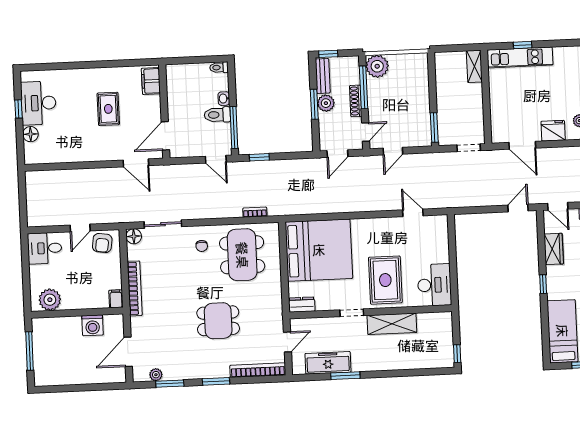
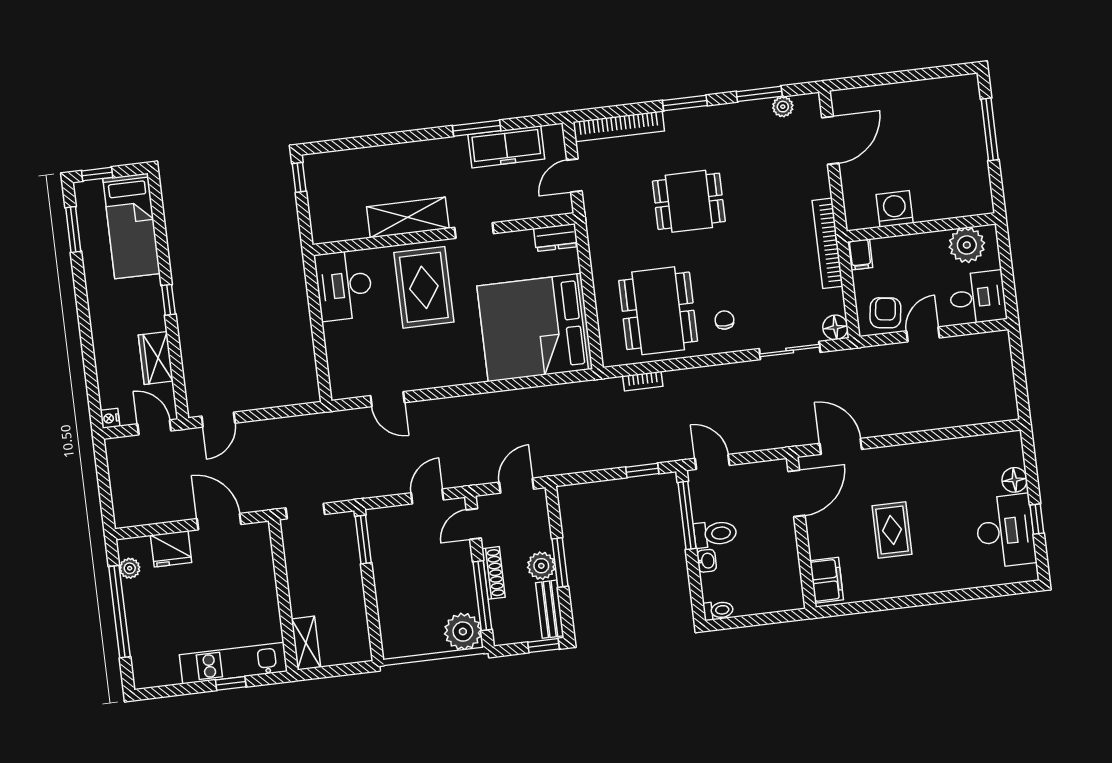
filing cabinet: (116, 299) -> (860, 255), moved
plant: (50, 300) -> (967, 245), moved
wall: (77, 313) -> (921, 227), moved
washing machine: (93, 325) -> (895, 209), moved

